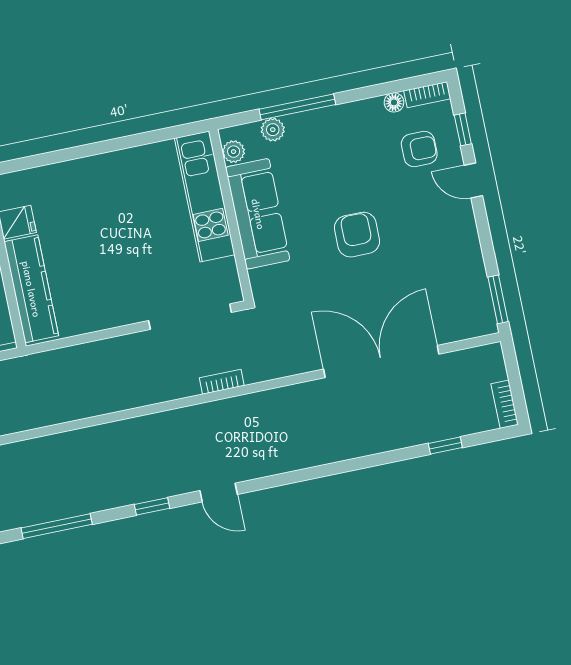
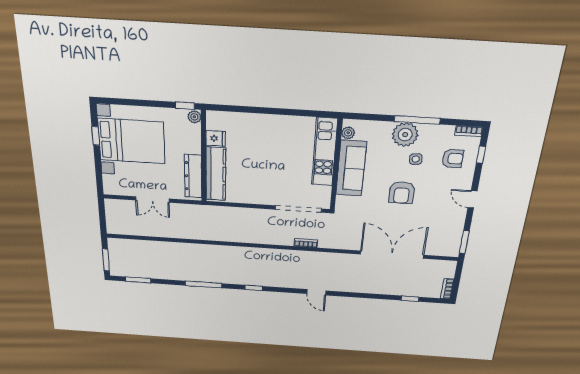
floor lamp: (394, 102) -> (448, 130), removed
window: (297, 107) -> (417, 120), moved
plant: (273, 130) -> (405, 135), moved, width x1.88, depth x1.88
side table: (359, 167) -> (416, 159), added
door: (473, 180) -> (472, 199), moved
armchair: (357, 235) -> (402, 193), turned 180
door: (219, 493) -> (316, 292), moved

